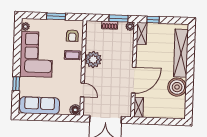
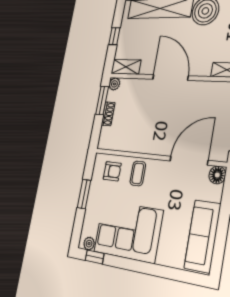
window: (153, 20) -> (114, 36), moved
plant: (93, 59) -> (149, 141), removed
door: (134, 80) -> (170, 77), moved
window: (16, 84) -> (95, 257), moved
door: (82, 90) -> (189, 161), width x1.87

